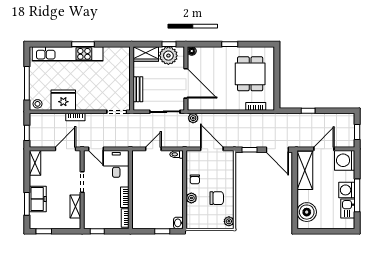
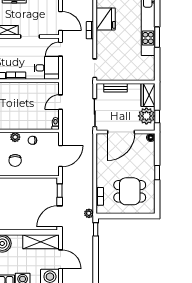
window: (308, 111) -> (96, 229), moved
plant: (193, 118) -> (89, 213), moved
door: (153, 149) -> (61, 102), swing flipped

